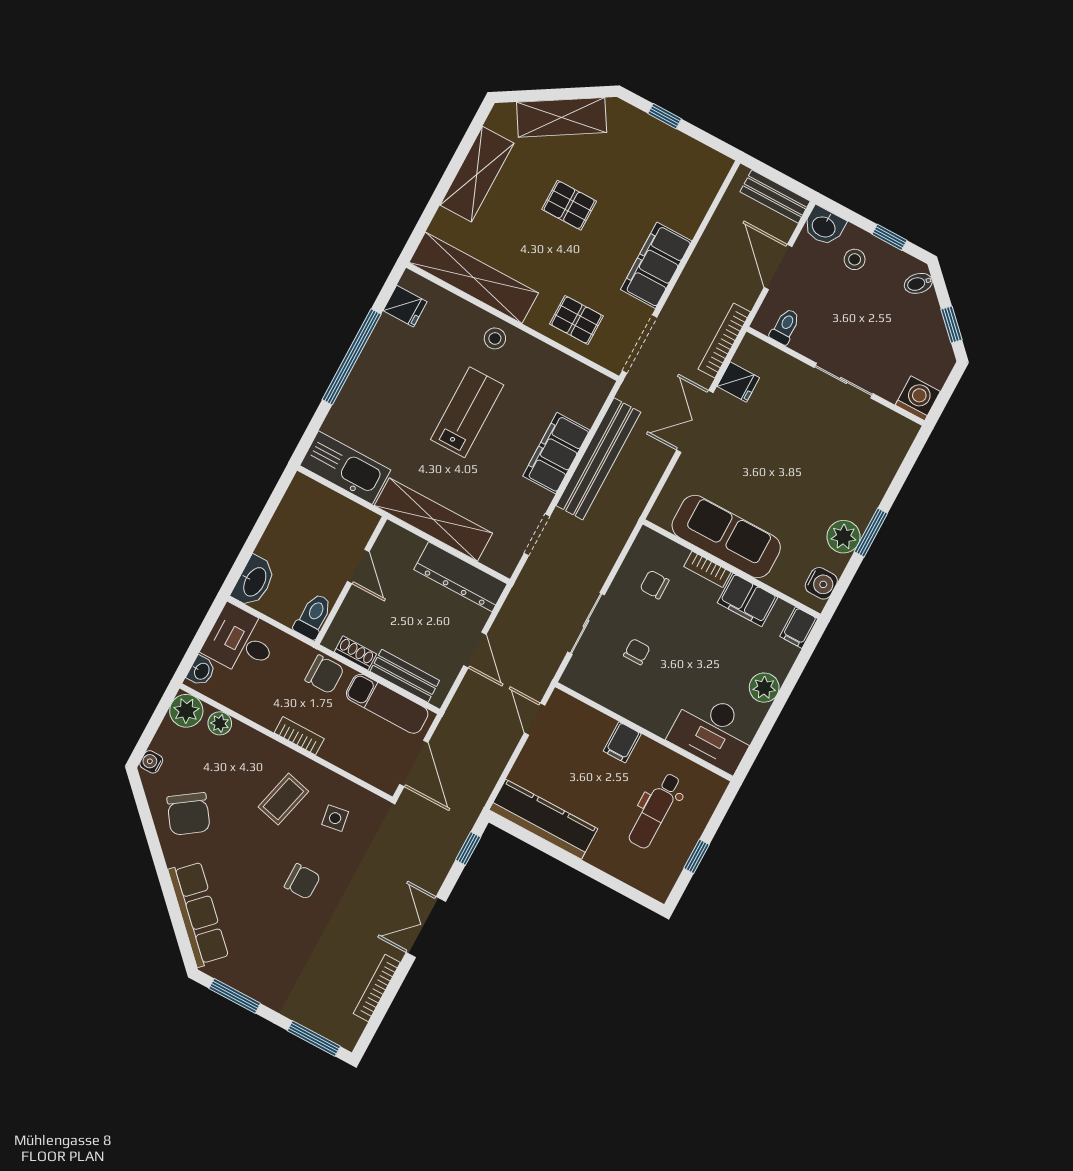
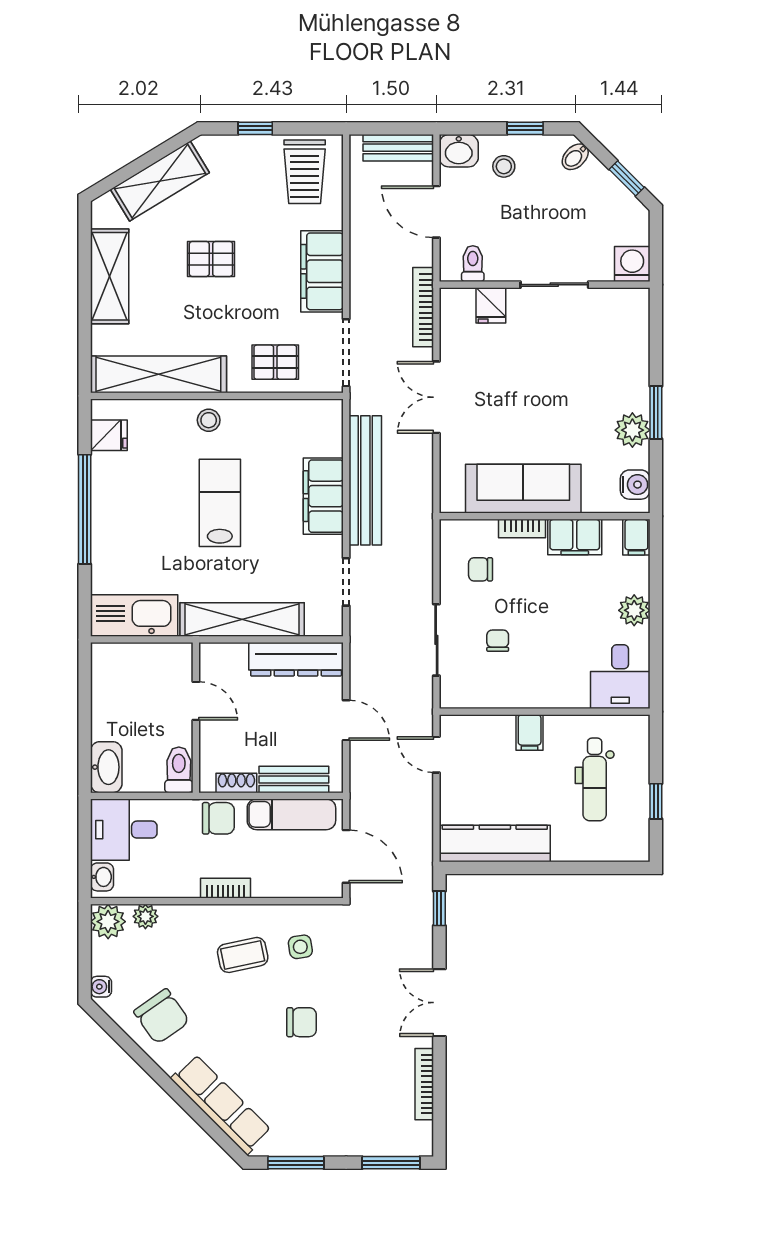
trolley: (686, 175) -> (305, 172), added
fridge: (738, 382) -> (491, 305), moved, turned 90
desk: (713, 732) -> (620, 677), width x0.73
coffee table: (283, 799) -> (243, 955), turned 64

